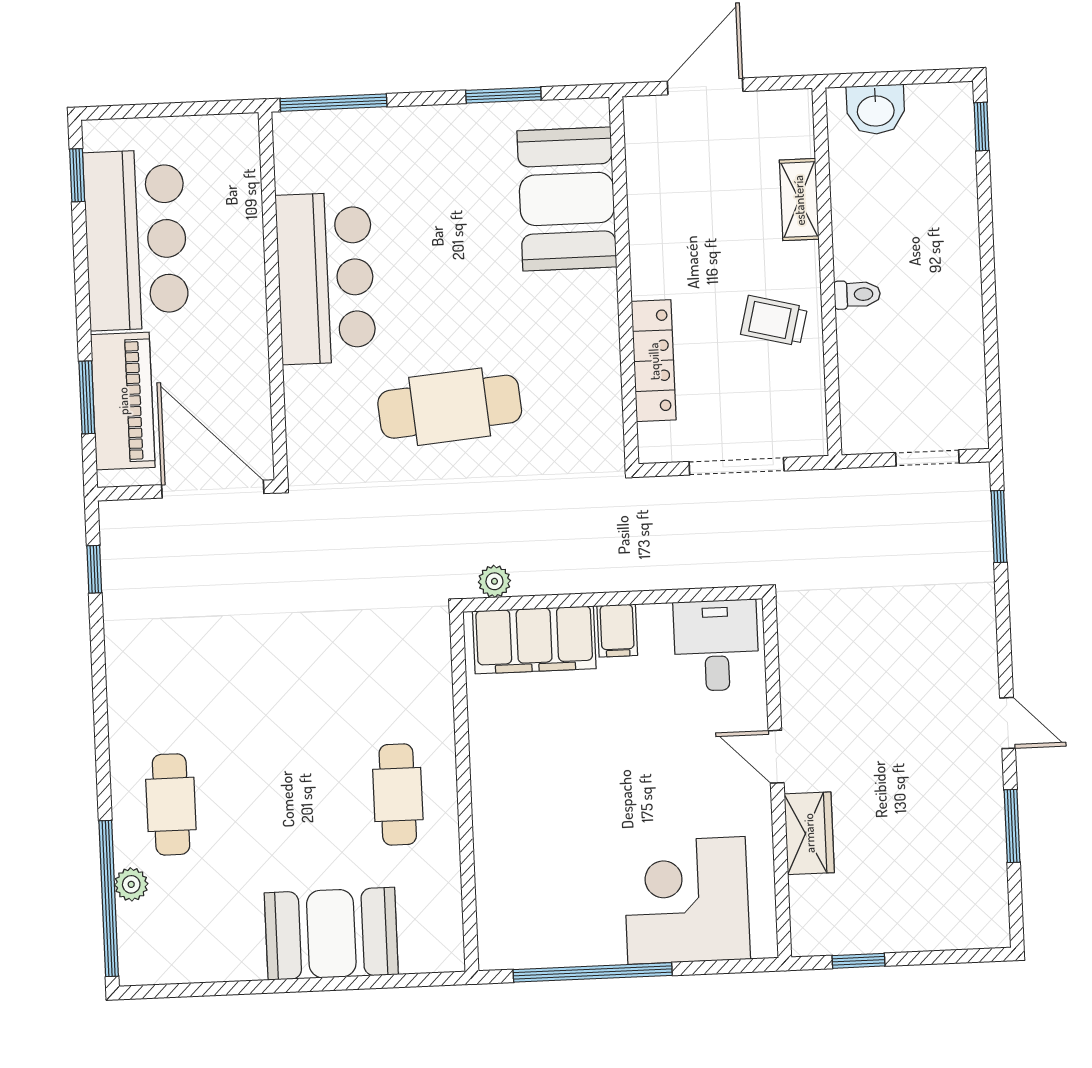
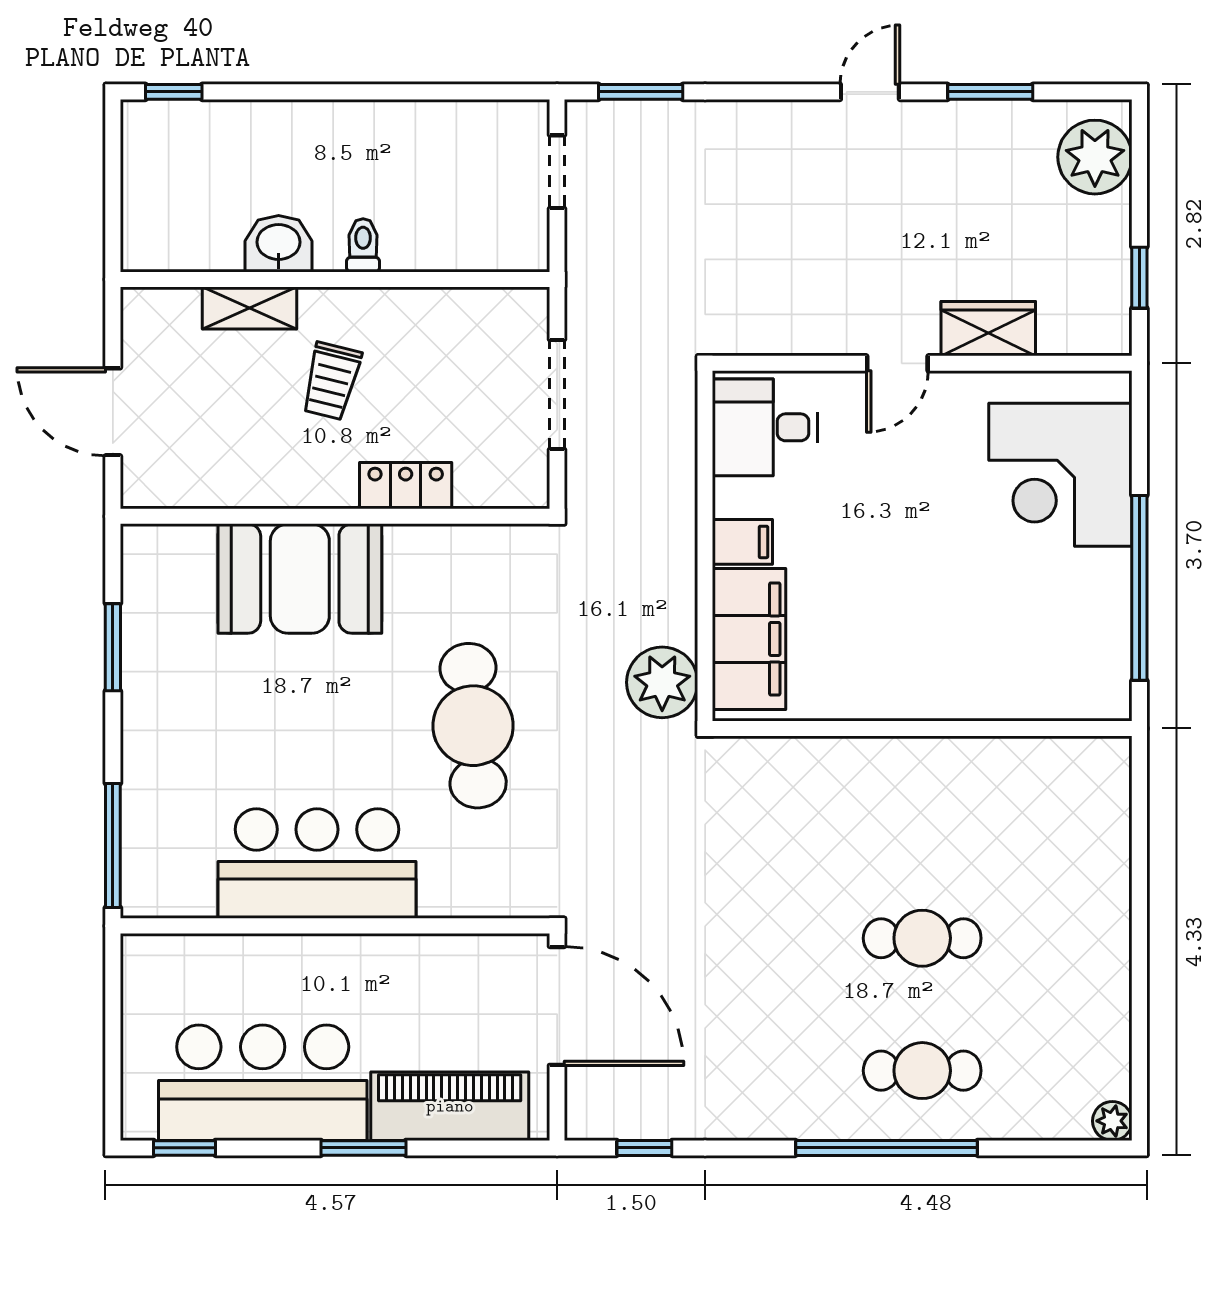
washbasin: (876, 110) -> (279, 244), moved, turned -90
booth: (567, 199) -> (300, 579), moved
trolley: (774, 321) -> (331, 381), moved
locker: (654, 361) -> (406, 486), width x0.66
window: (87, 397) -> (363, 1148), moved
door: (213, 489) -> (557, 1006), swing flipped
plant: (494, 581) -> (662, 682), width x1.88, depth x1.88
cafe table: (398, 795) -> (922, 938), moved
plant: (131, 884) -> (1112, 1121), moved
window: (109, 898) -> (887, 1148), moved
plant: (960, 918) -> (1095, 157), added
booth: (331, 934) -> (1081, 890), removed

